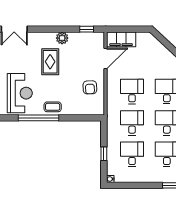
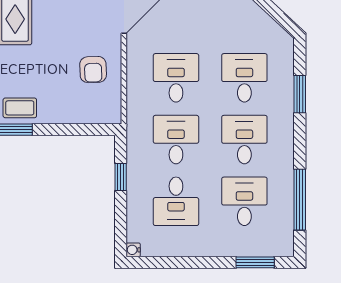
window: (104, 154) -> (121, 177), moved
desk: (132, 154) -> (176, 201), turned 180

